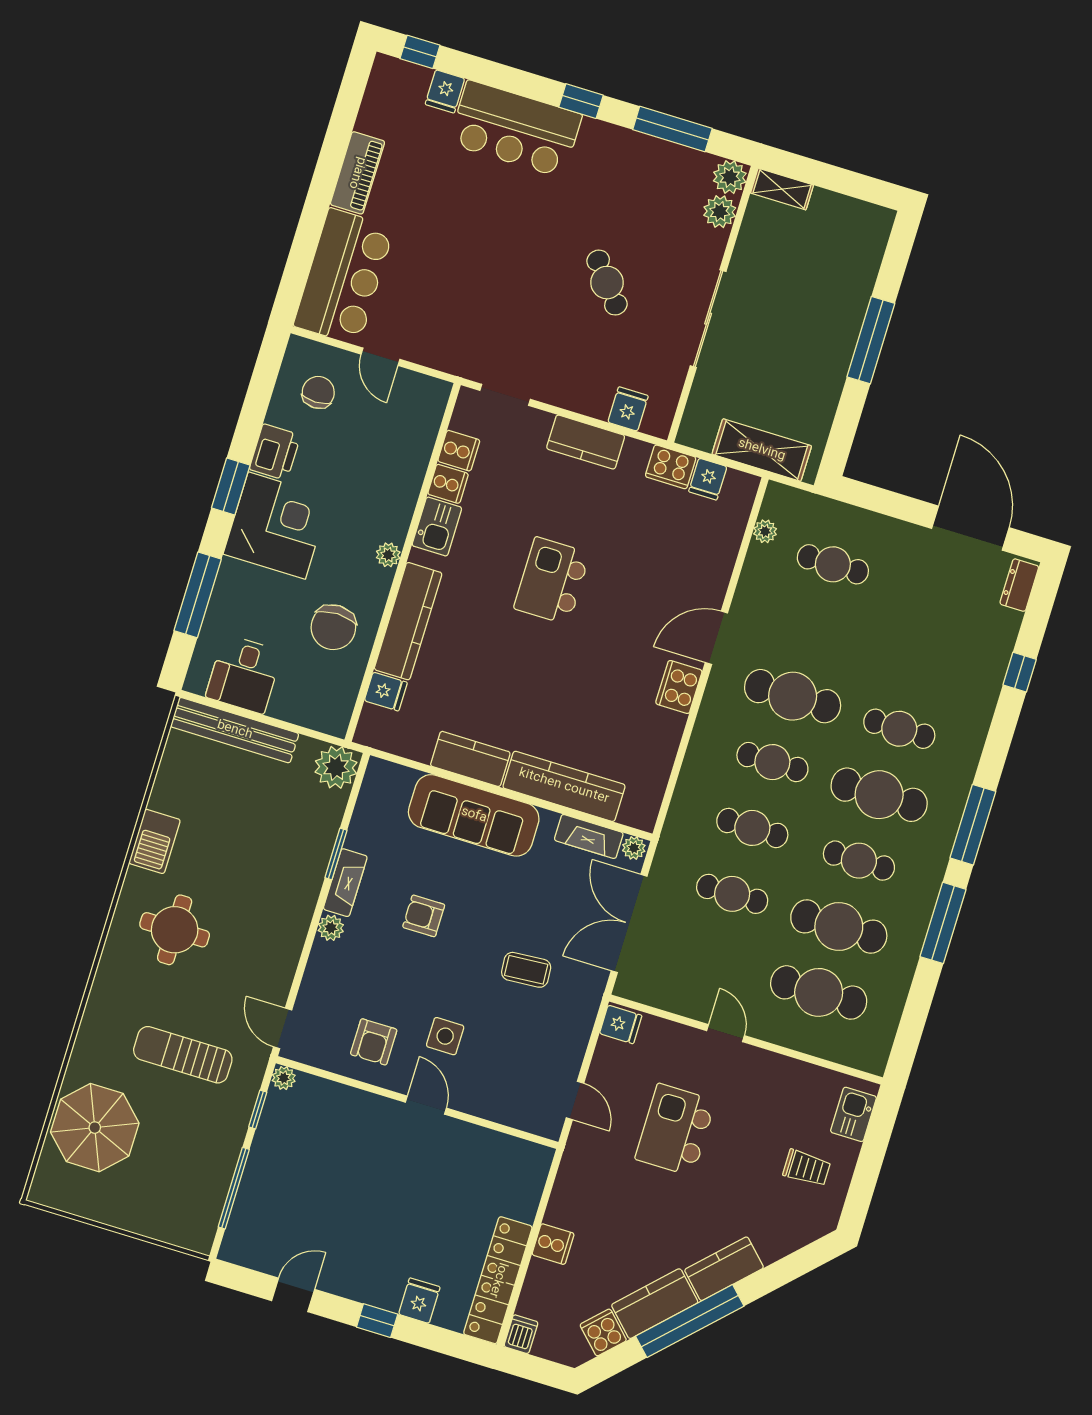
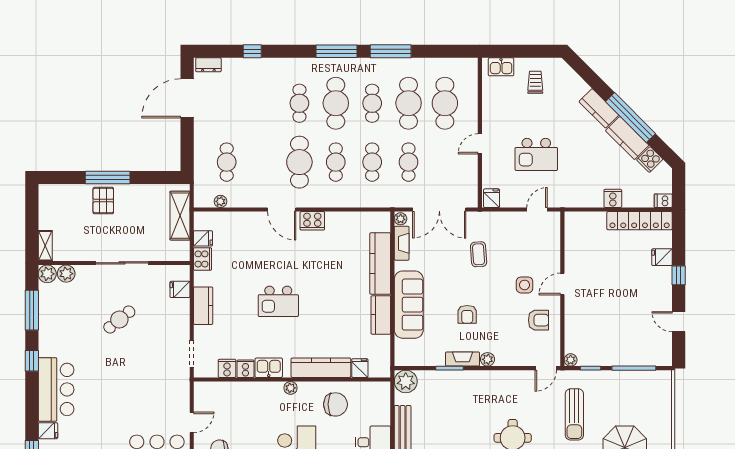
pallet: (832, 319) -> (103, 201), added

